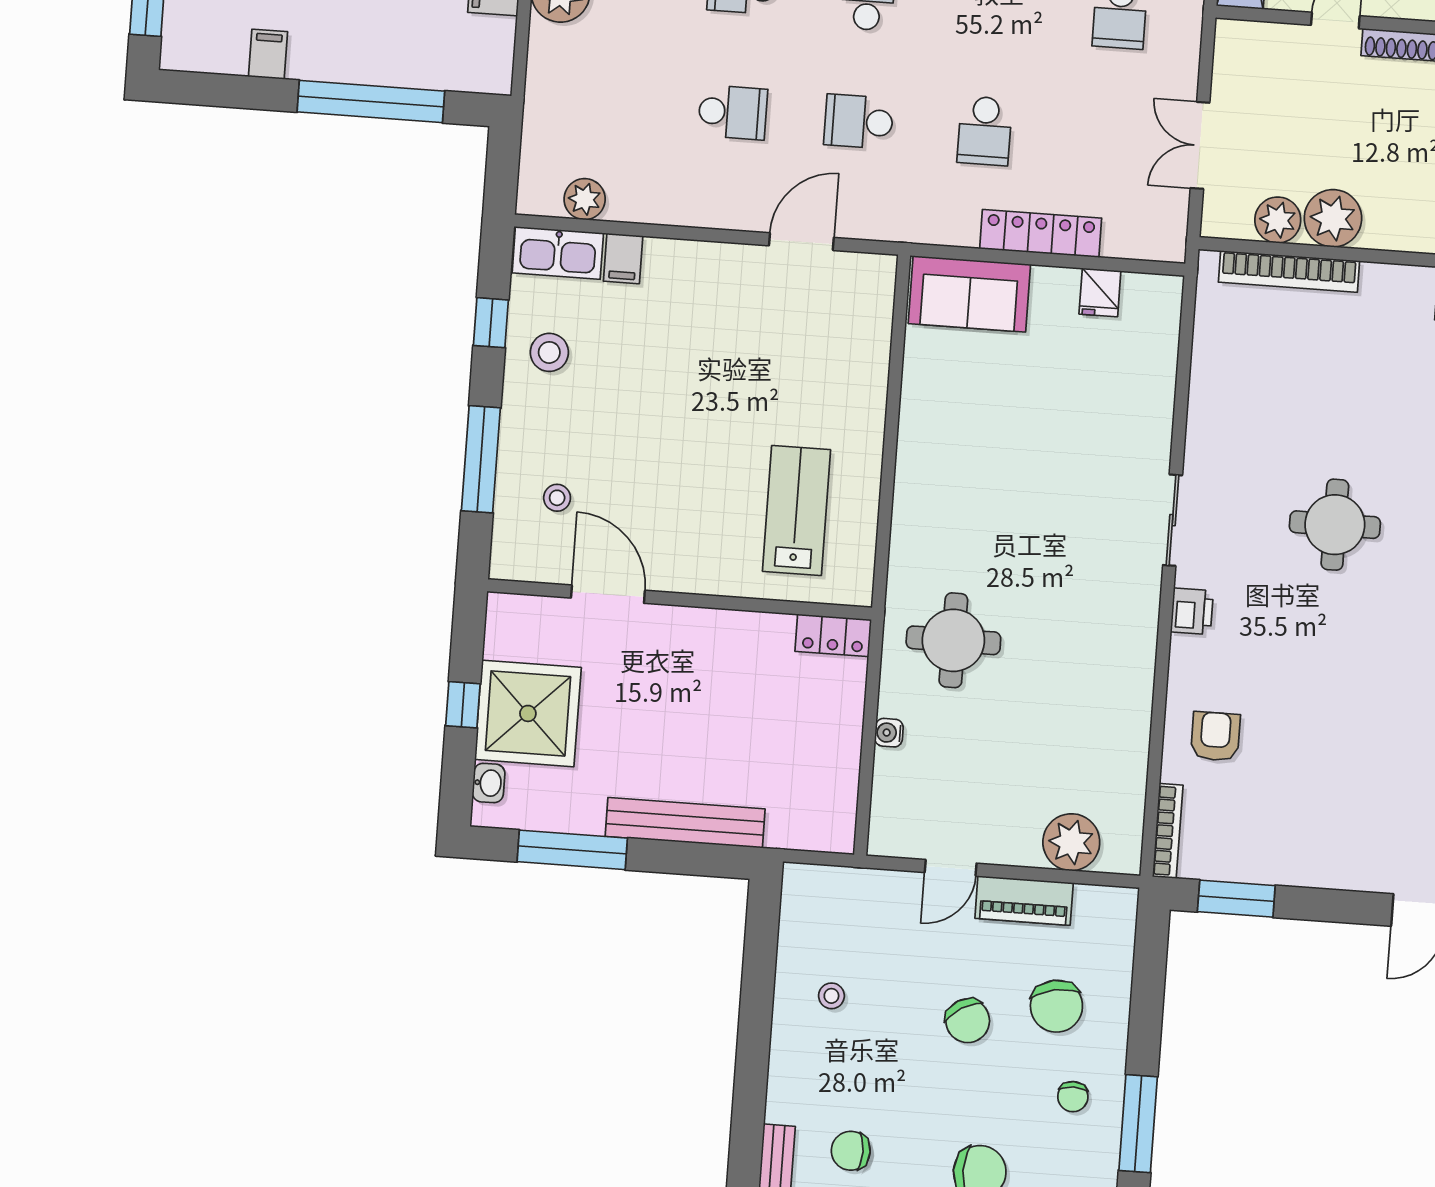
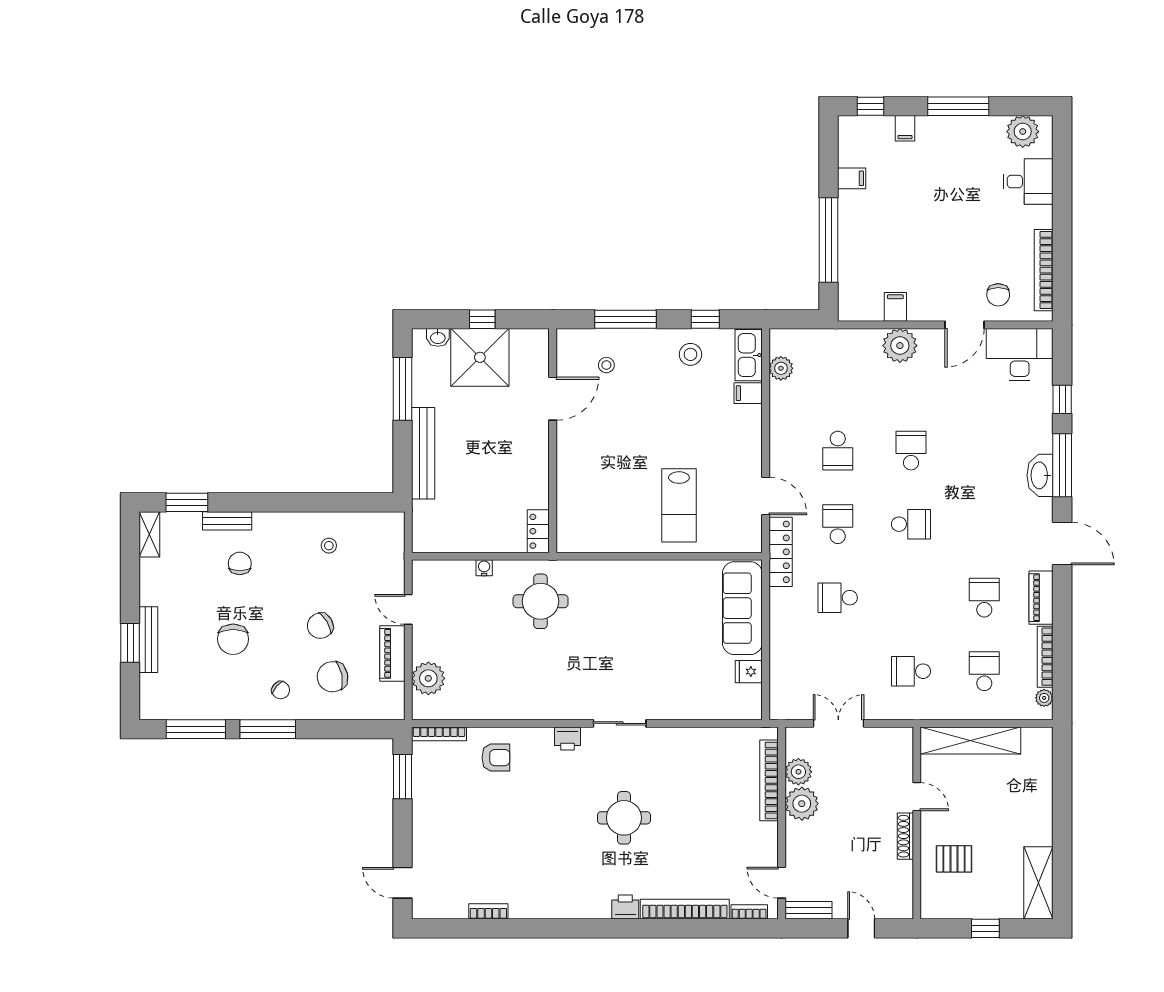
locker: (1041, 233) -> (781, 552), moved
sofa: (969, 294) -> (742, 608), width x1.36
lab bench: (797, 510) -> (679, 505), moved, turned 90
chair: (1073, 1097) -> (281, 690), turned -139

